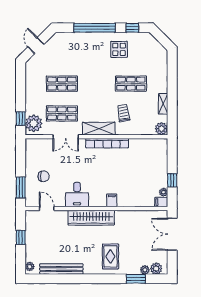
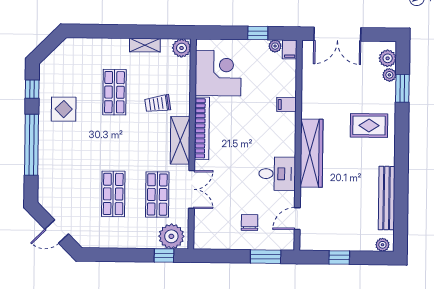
corner desk: (145, 154) -> (218, 73), added
filing cabinet: (112, 200) -> (287, 105), moved

